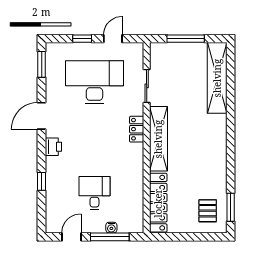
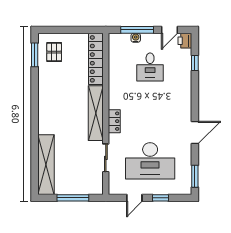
printer: (53, 147) -> (185, 41), moved
window: (42, 181) -> (195, 63), moved

